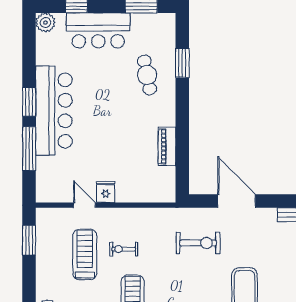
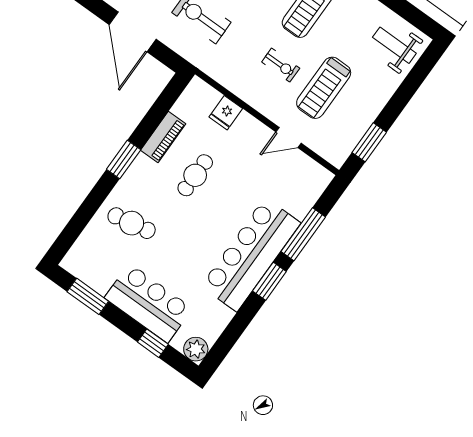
window: (182, 63) -> (124, 160), moved
cafe table: (147, 75) -> (132, 223), turned 90
cafe table: (128, 136) -> (195, 175), added
fridge: (106, 192) -> (226, 113), moved
door: (84, 205) -> (288, 138), hinge flipped

